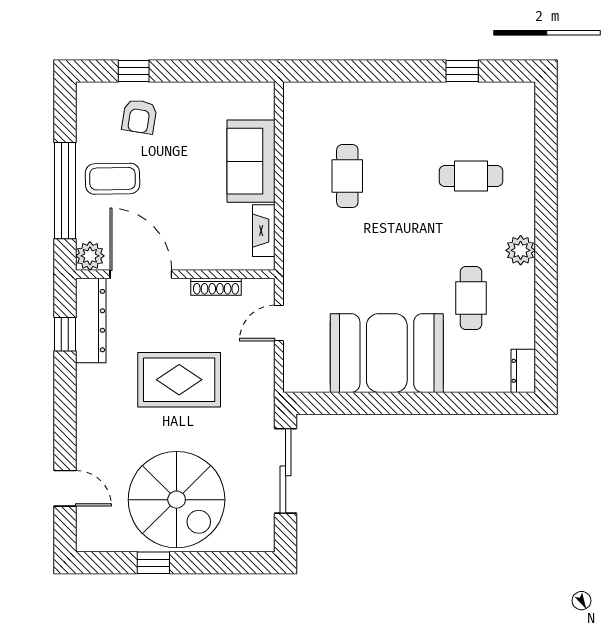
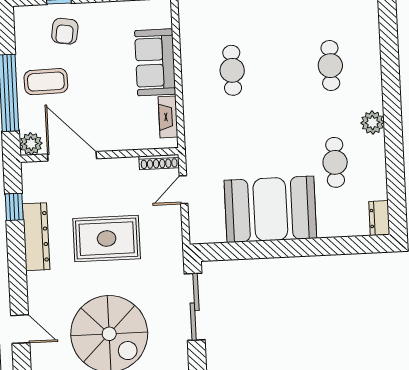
cafe table: (471, 176) -> (330, 66), turned 90
shoe rack: (216, 287) -> (159, 162), moved
dresser: (91, 321) -> (36, 237), moved

